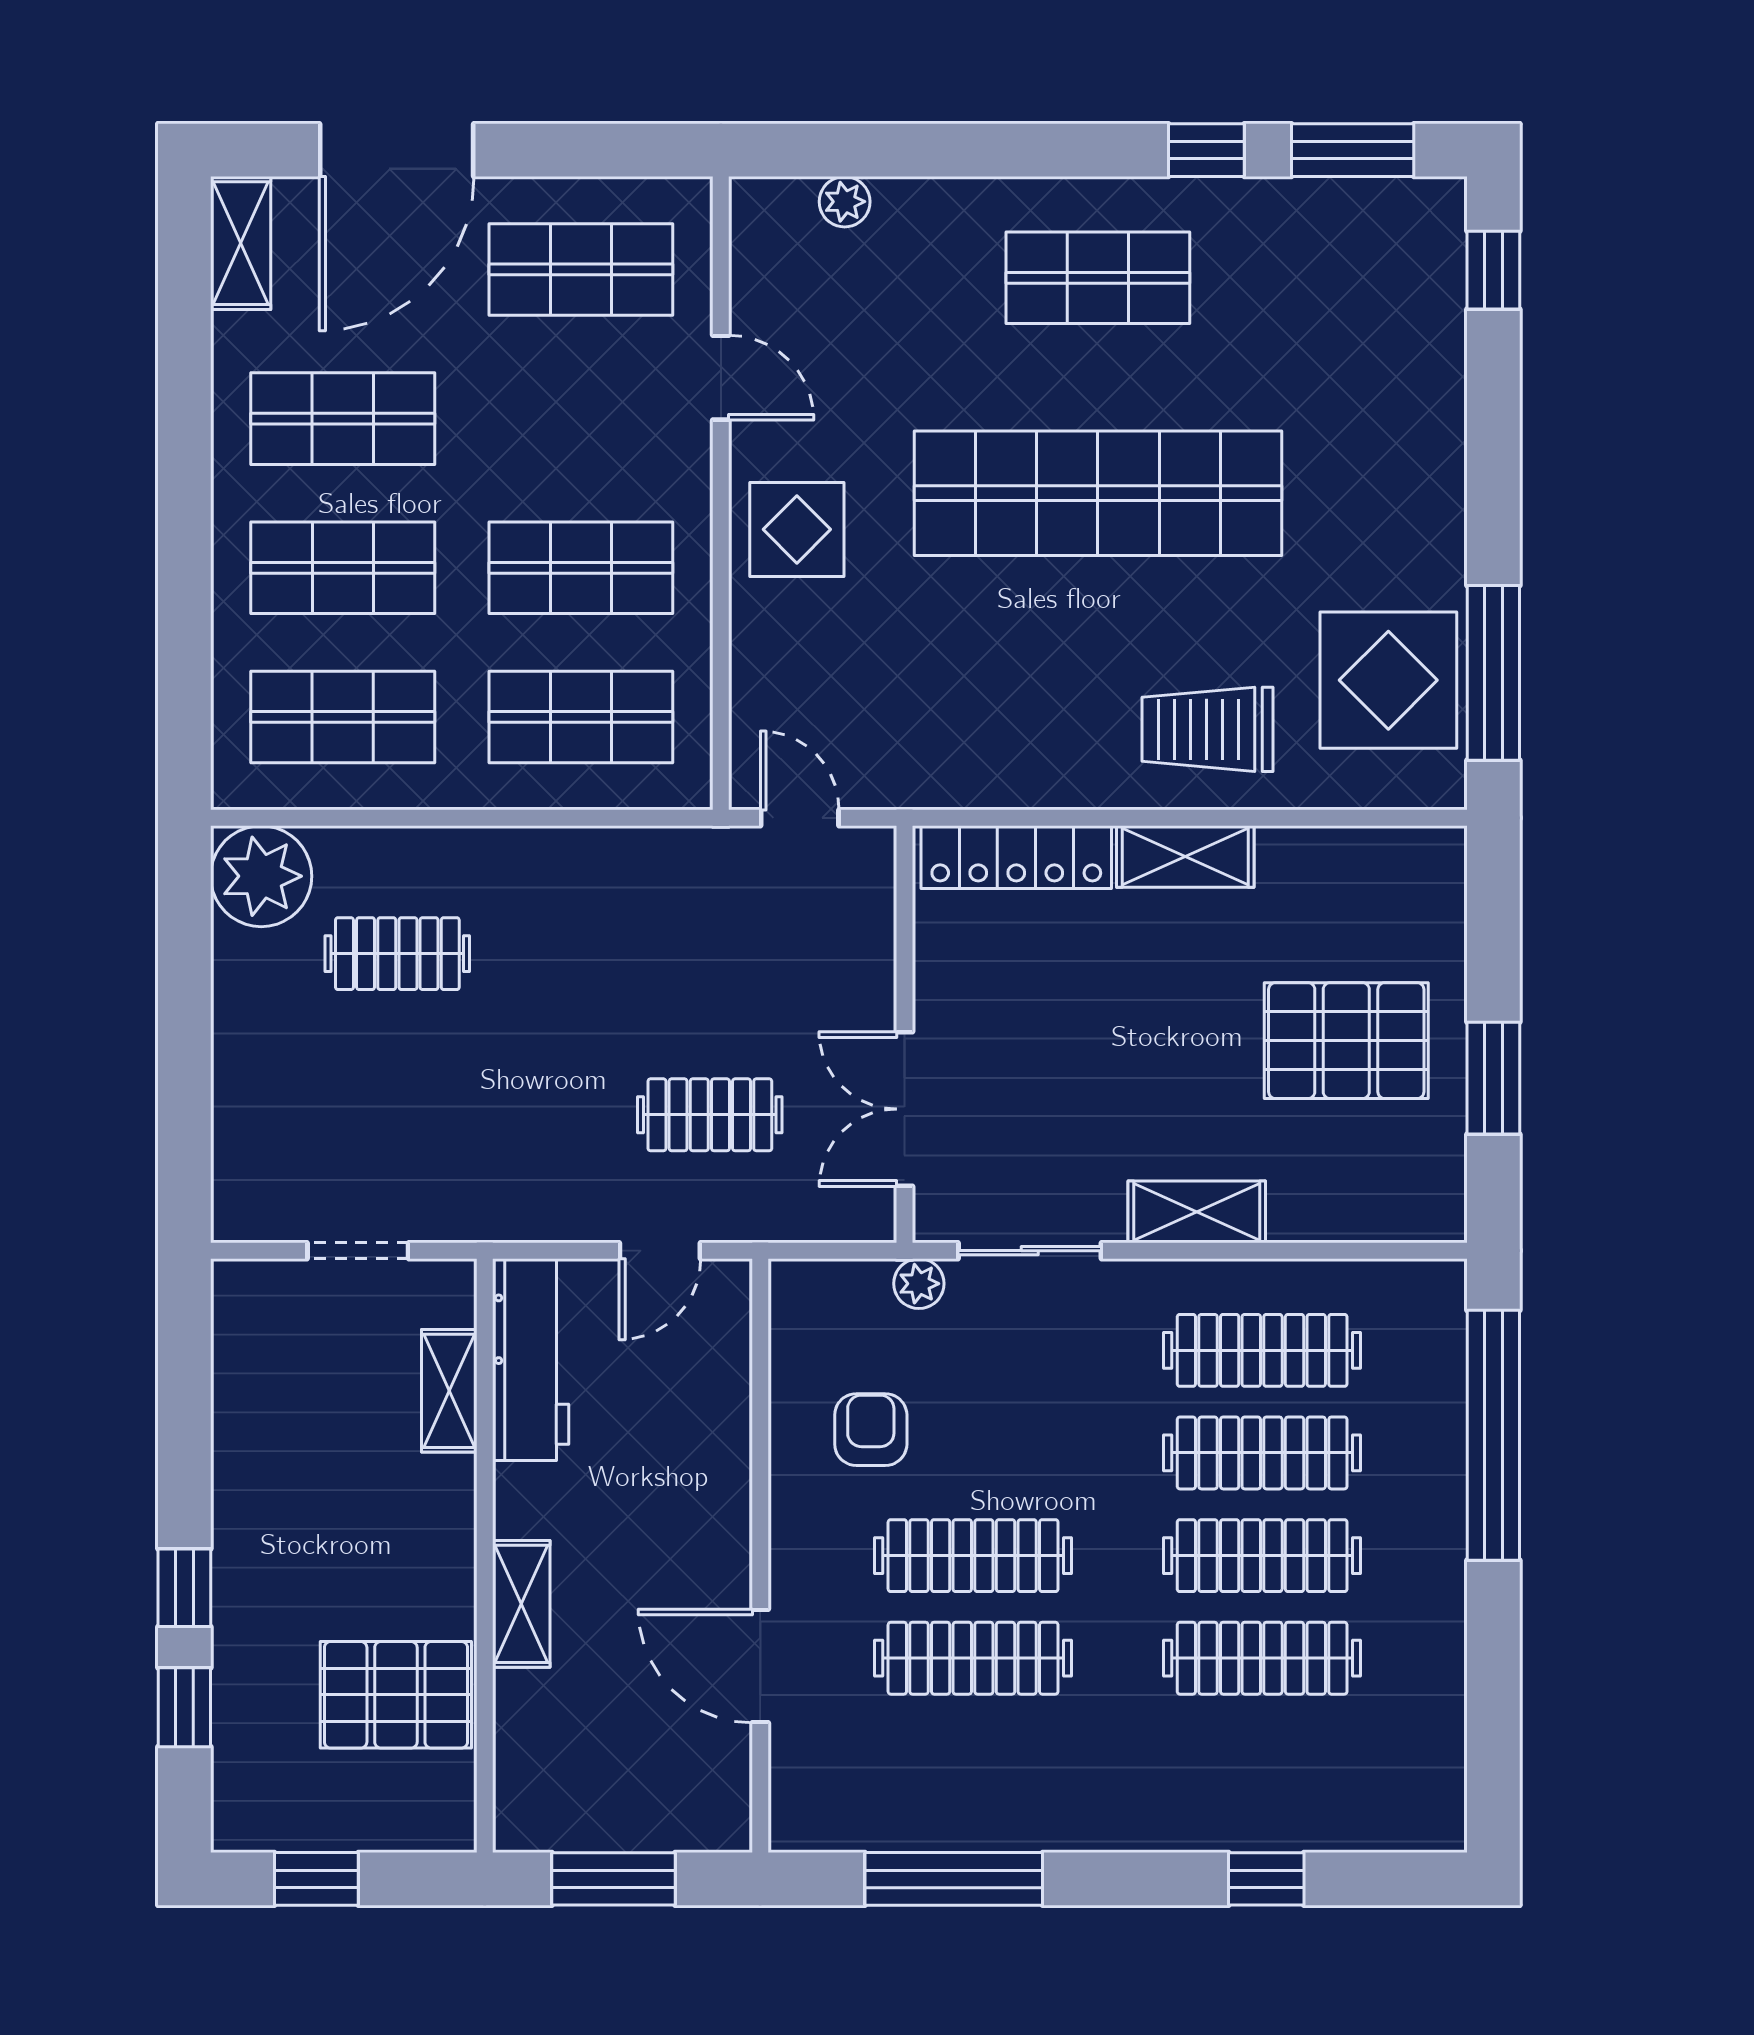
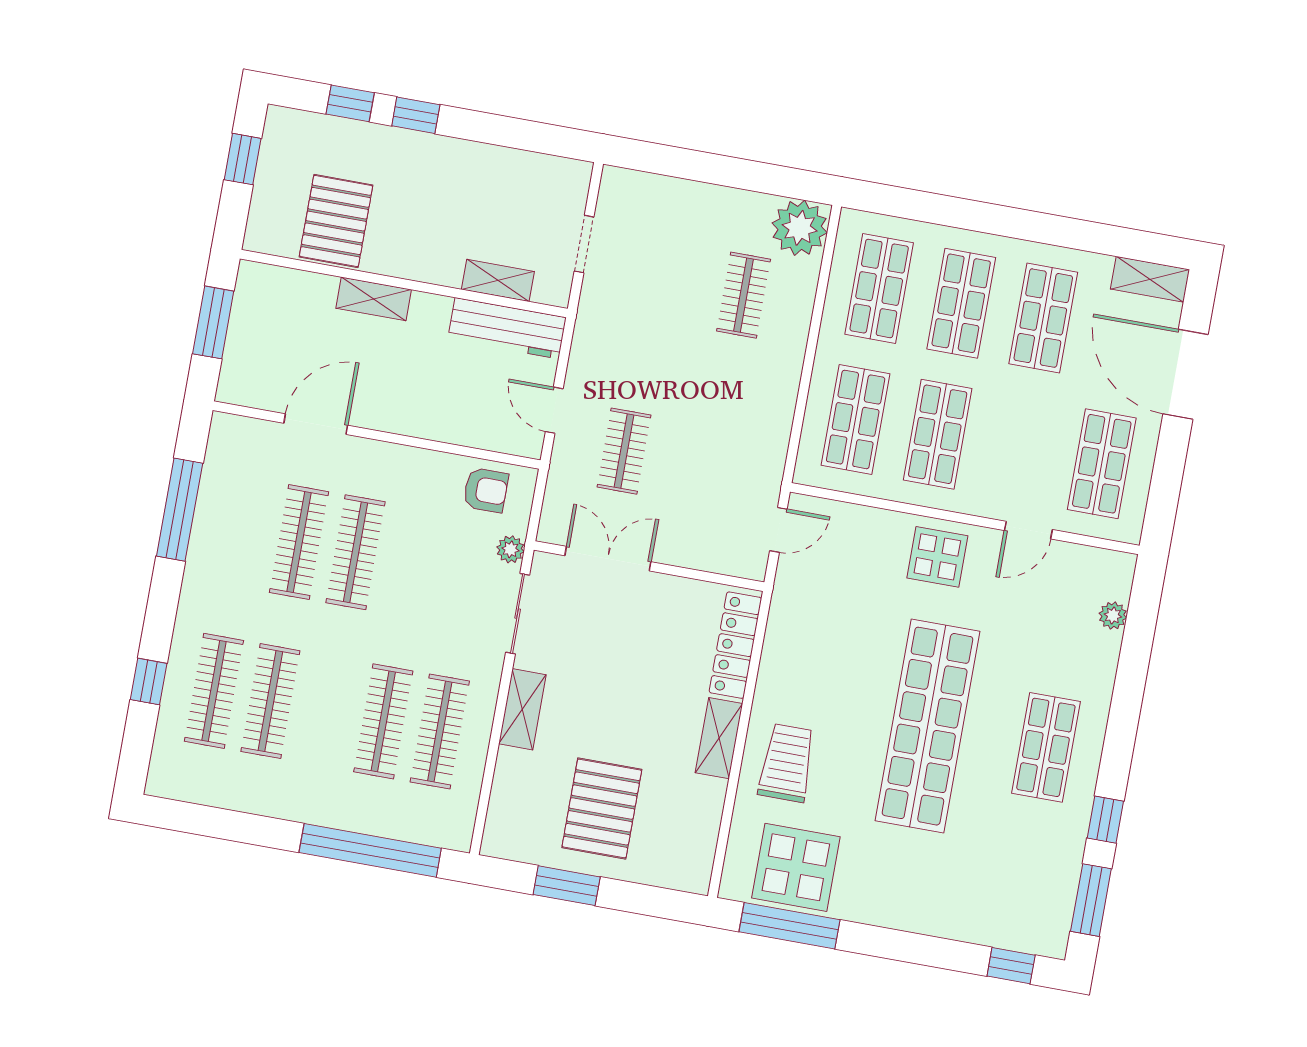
armchair: (871, 1430) -> (486, 490), moved
clothes rail: (1262, 1556) -> (214, 691), moved

